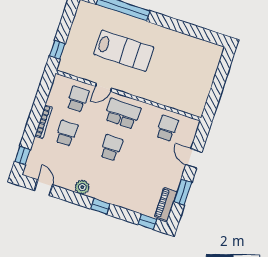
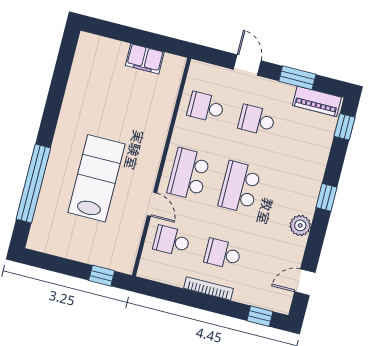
filing cabinet: (203, 89) -> (145, 59), added
school desk: (111, 148) -> (240, 187), width x1.85
door: (194, 159) -> (247, 65), swing flipped
school desk: (156, 162) -> (257, 120), added

